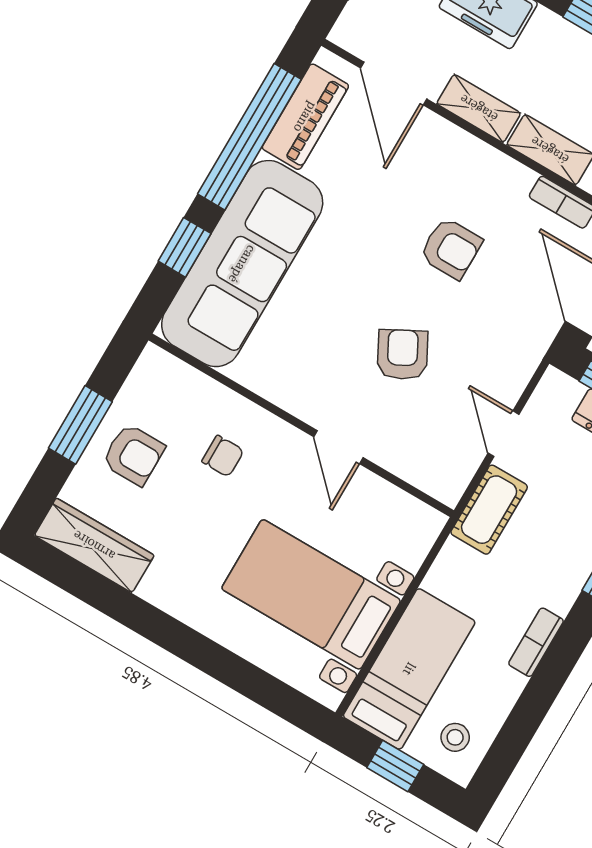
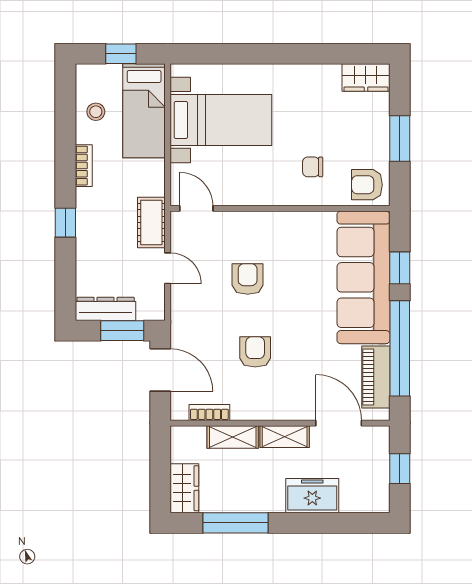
armchair: (451, 248) -> (255, 352), turned 90
armchair: (403, 355) -> (248, 279), turned -152
door: (338, 447) -> (196, 208), moved
armchair: (133, 455) -> (367, 185), moved
wardrobe: (94, 545) -> (366, 78), width x0.67
stool: (455, 737) -> (96, 112), moved

